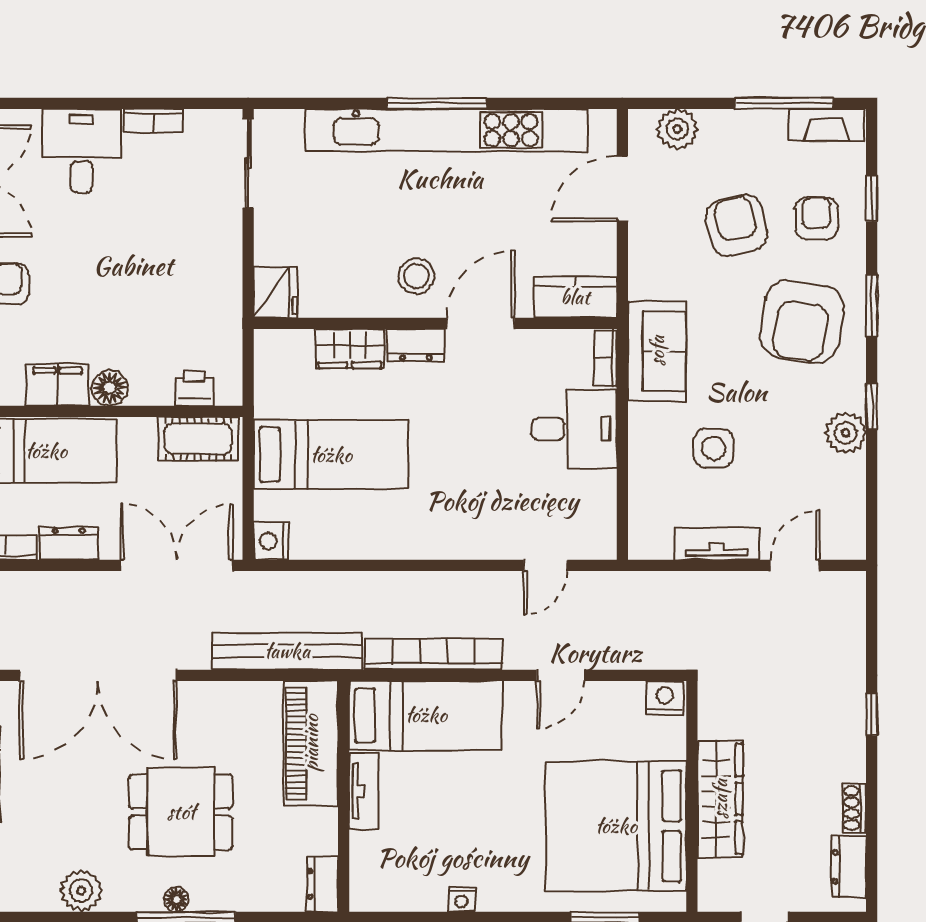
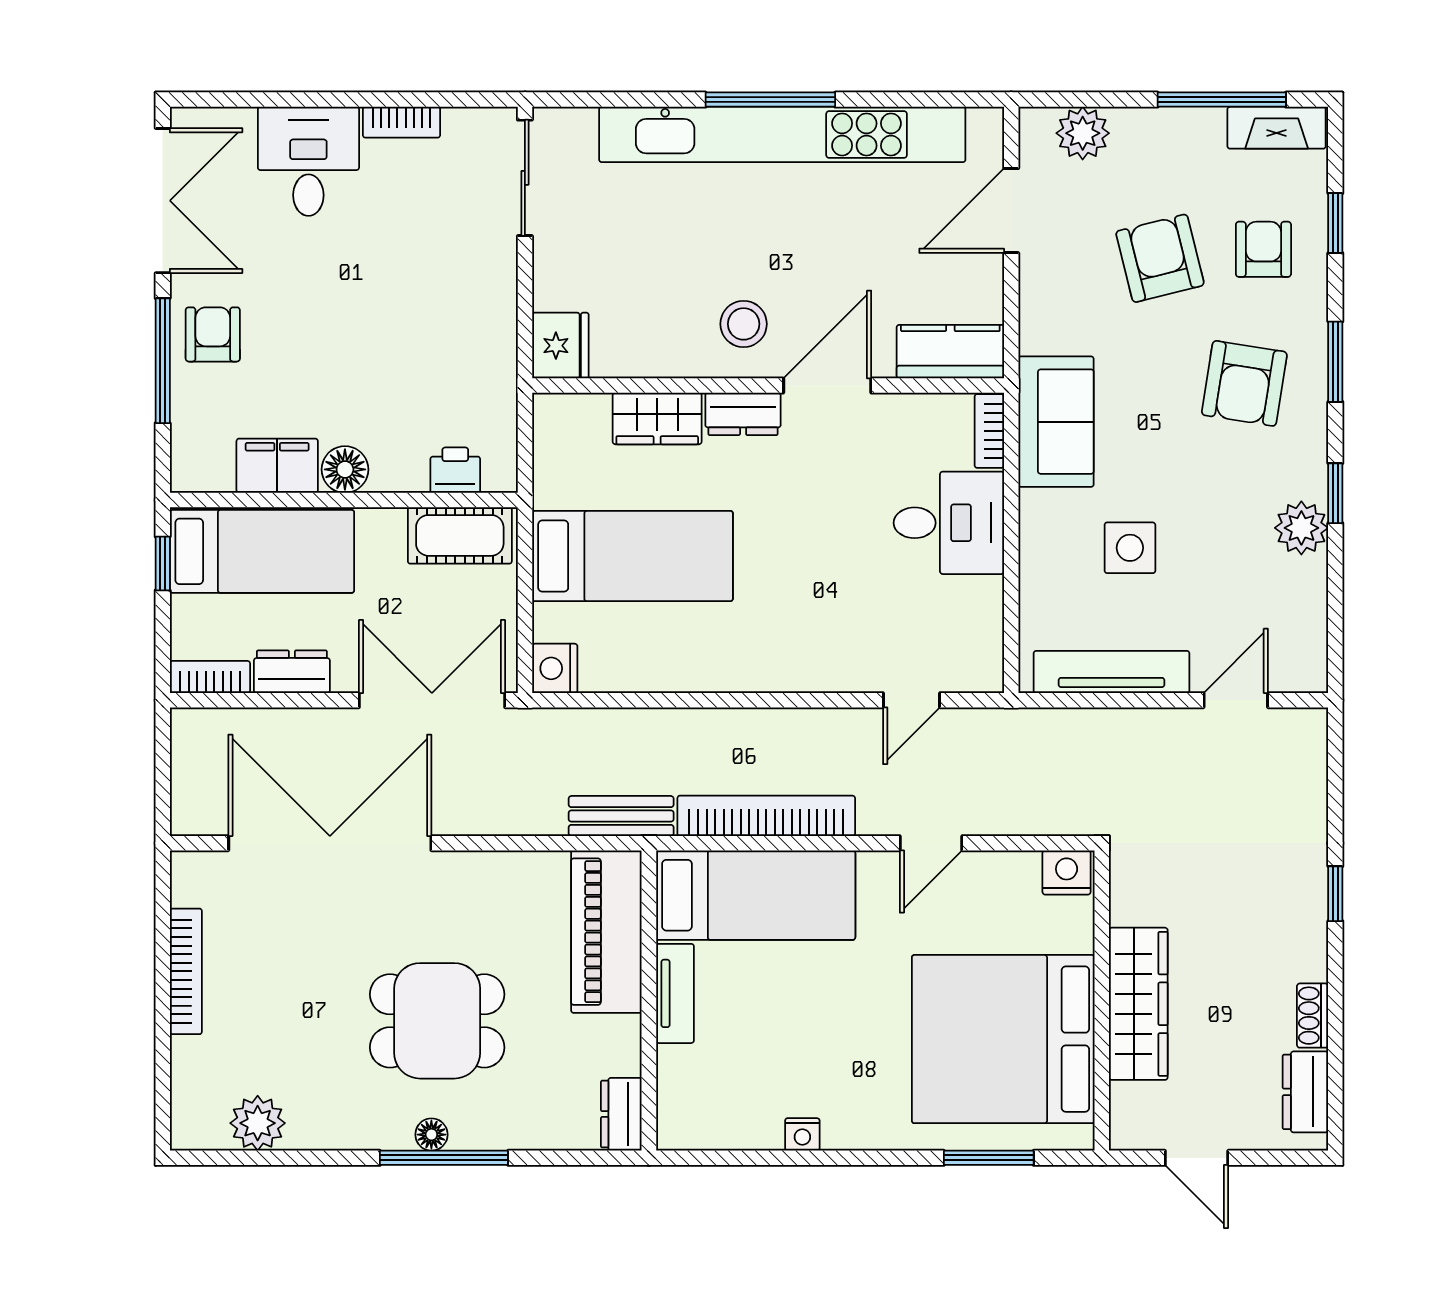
armchair: (802, 322) -> (1244, 383), width x0.73, depth x0.73
tv unit: (717, 544) -> (1111, 672), width x1.41
bench: (287, 651) -> (621, 816), width x0.54, depth x0.82
double door: (98, 675) -> (330, 843), swing flipped
plant: (81, 891) -> (258, 1123), moved

